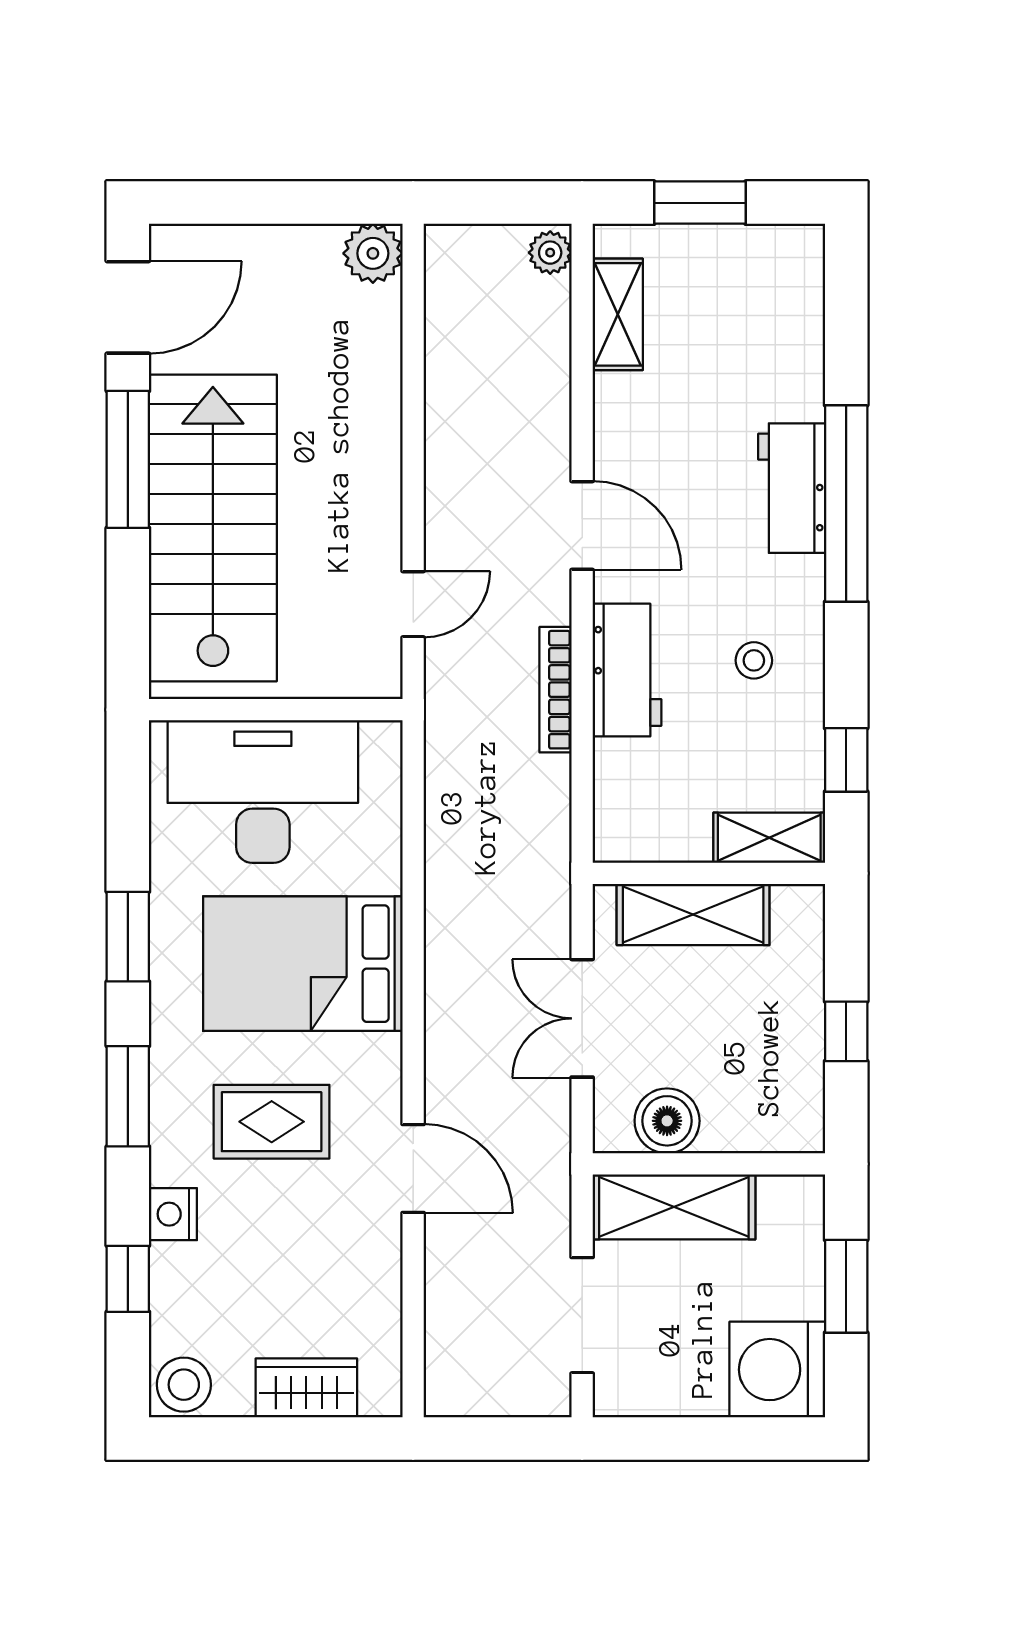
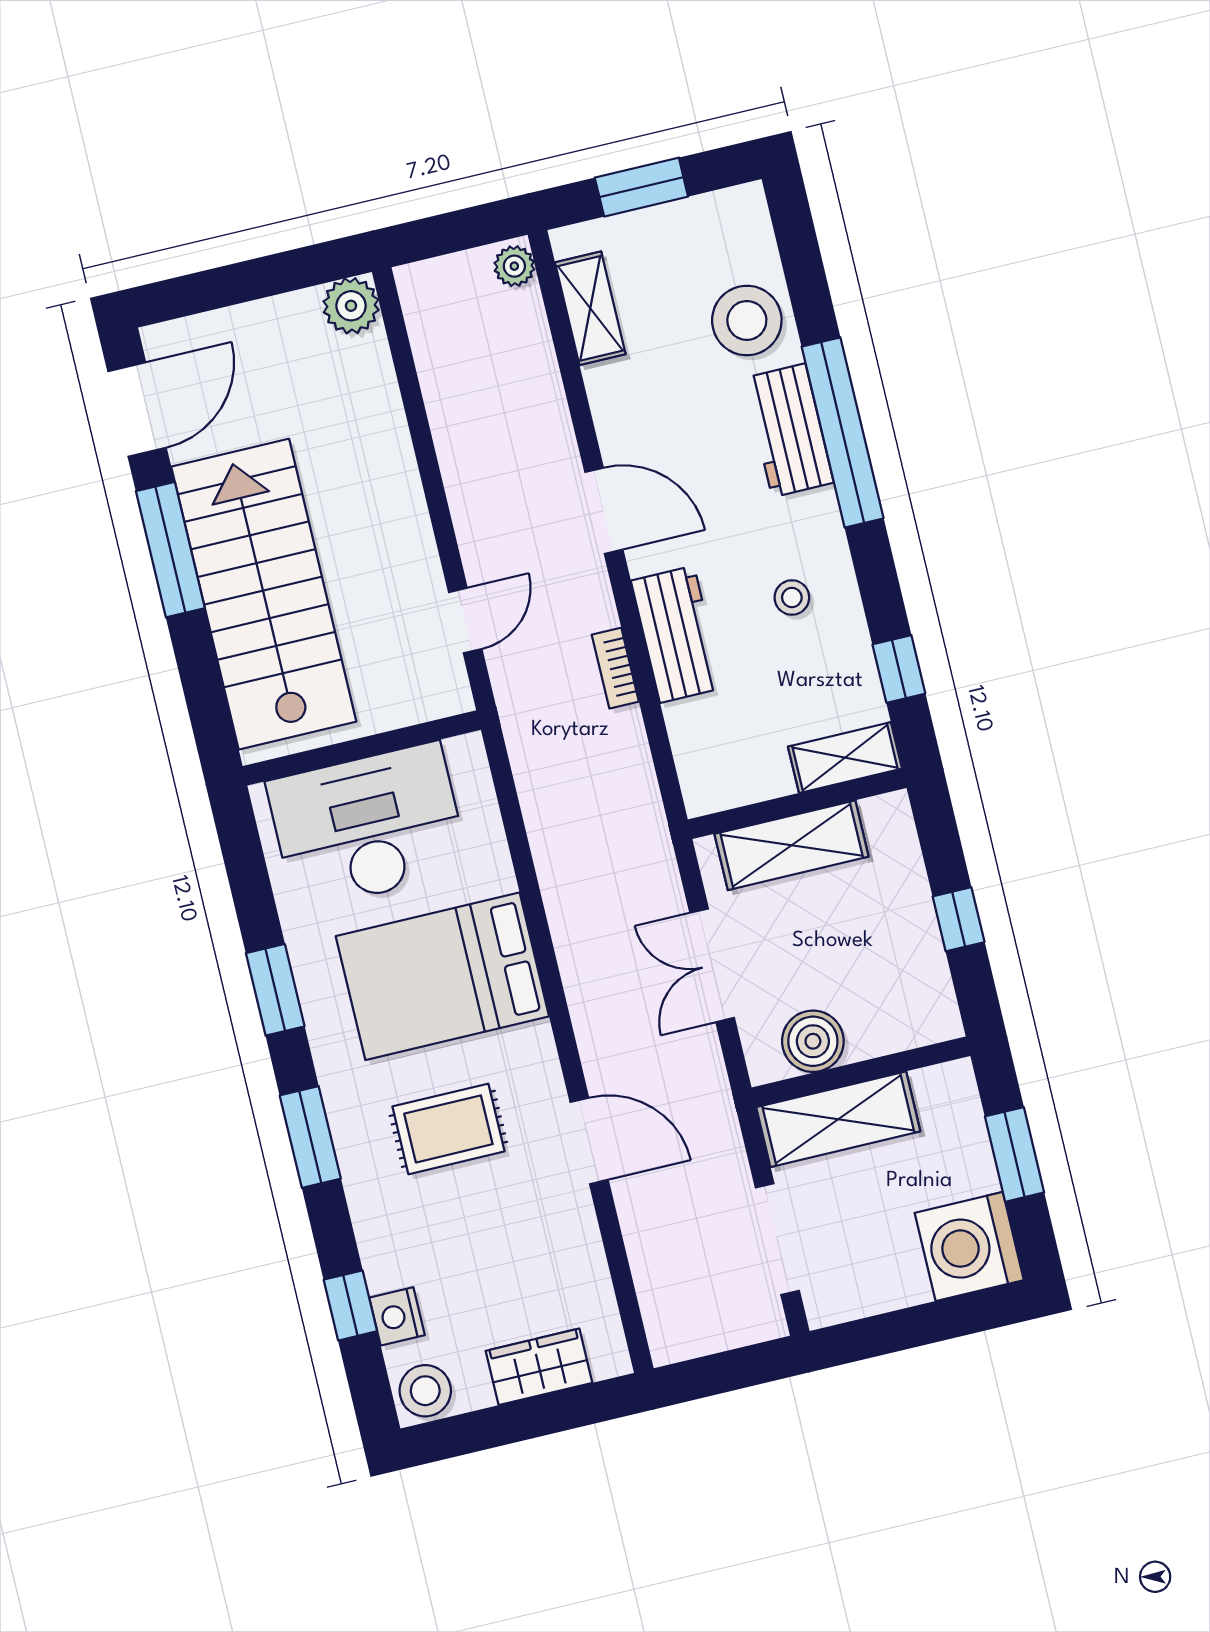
stool: (775, 365) -> (747, 320), added
bookcase: (556, 690) -> (615, 668), width x0.64
nightstand: (173, 1214) -> (397, 1316), moved

